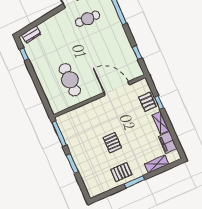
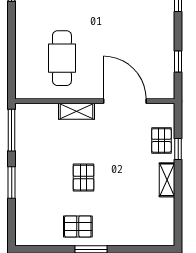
filing cabinet: (168, 143) -> (165, 213), removed
shelving: (157, 164) -> (77, 111), moved

